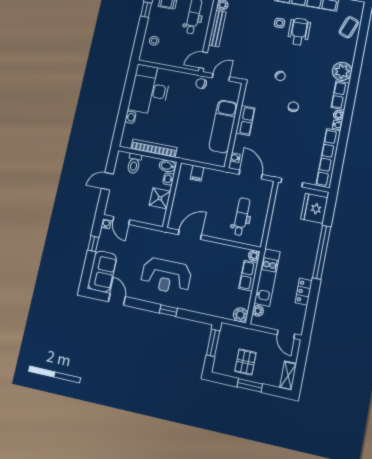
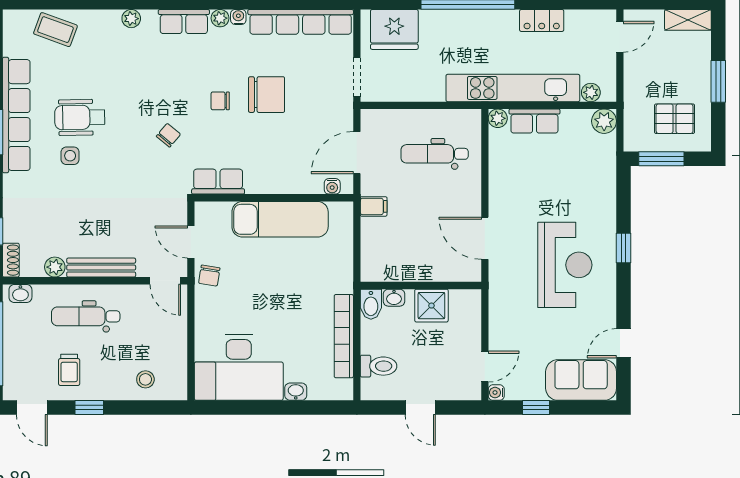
plant: (342, 71) -> (131, 19), width x0.53, depth x0.53
row of seats: (245, 121) -> (218, 182), moved
chair: (292, 132) -> (267, 95), added
filing cabinet: (197, 173) -> (374, 206), moved
kitchen unit: (267, 277) -> (513, 88), width x1.36
pallet: (245, 362) -> (675, 119), moved

